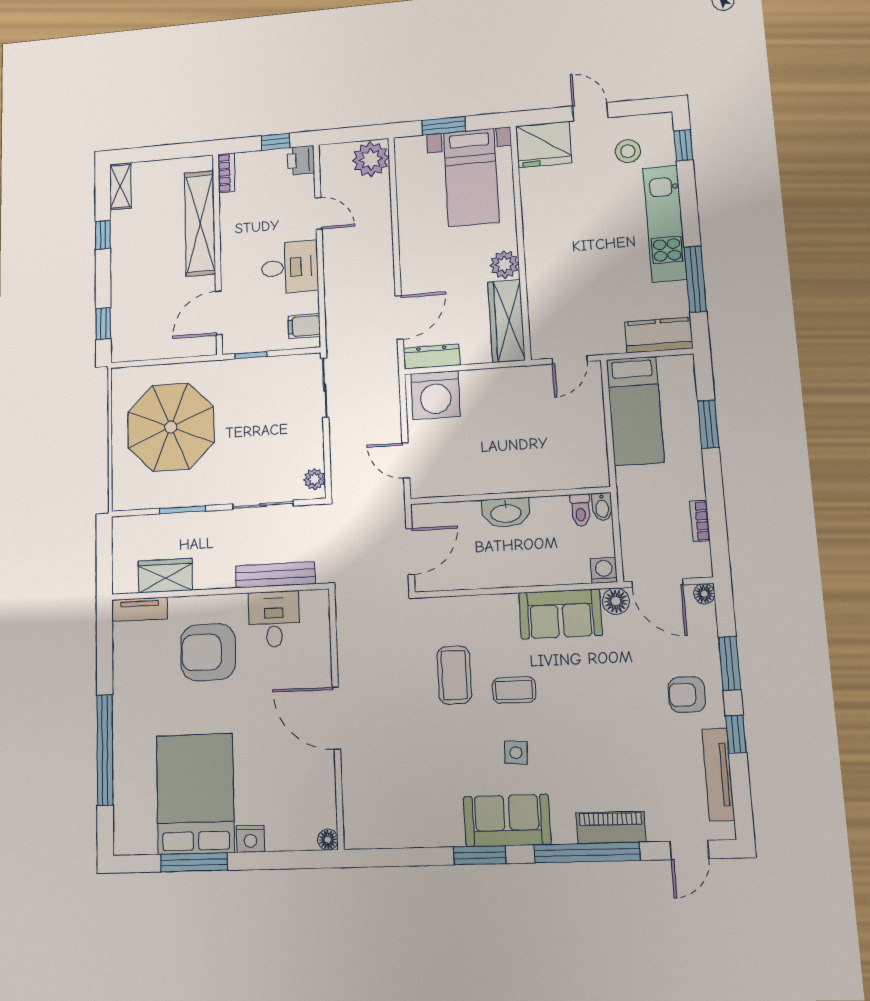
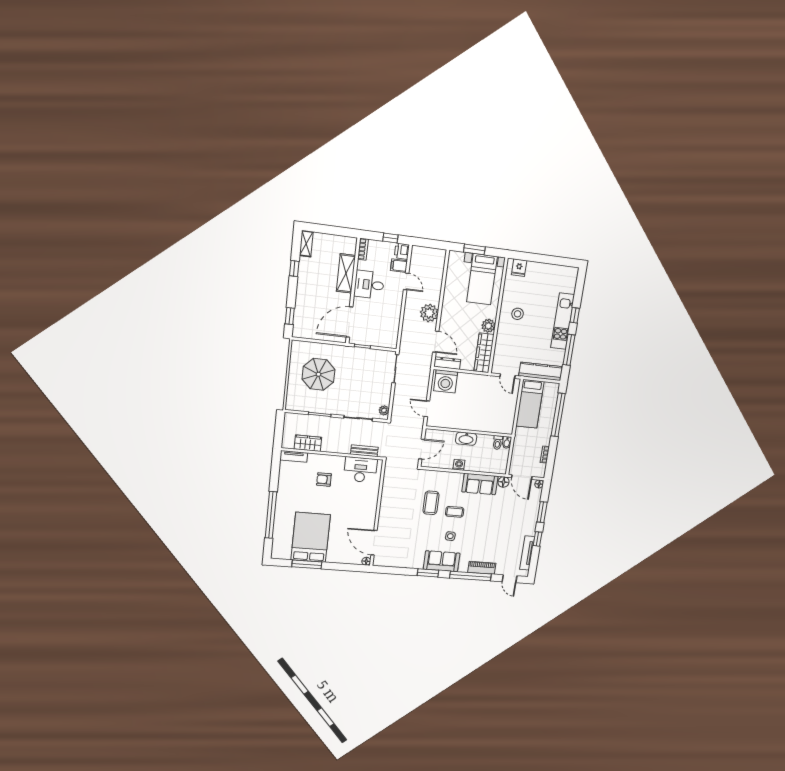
door: (590, 112) -> (543, 259), removed
fridge: (544, 145) -> (519, 268), width x0.53, depth x0.75
window: (683, 145) -> (575, 315), moved
stool: (628, 151) -> (518, 314), moved
plant: (371, 159) -> (429, 313), moved
shelving: (200, 223) -> (346, 273), width x0.68
desk: (290, 267) -> (369, 285), moved, turned 180
door: (219, 313) -> (349, 322), width x1.36
door: (399, 317) -> (436, 342), hinge flipped
filing cabinet: (304, 326) -> (399, 266), moved
kitchen counter: (659, 335) -> (541, 371), width x1.50
door: (570, 360) -> (508, 376), hinge flipped
window: (708, 424) -> (558, 415), width x2.11
parasol: (171, 427) -> (319, 374), width x0.73, depth x0.73
washing machine: (604, 570) -> (459, 465), moved
bench: (275, 575) -> (364, 451), width x0.73
desk: (274, 619) -> (360, 470), width x1.37
armchair: (208, 652) -> (324, 479), width x0.53, depth x0.53
armchair: (687, 695) -> (523, 522), removed
door: (336, 718) -> (374, 543), moved
nightstand: (250, 839) -> (333, 558), removed
door: (689, 850) -> (510, 579), hinge flipped

